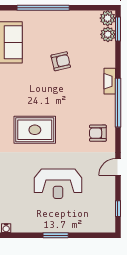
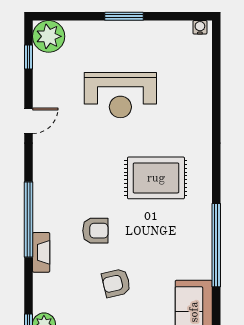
armchair: (98, 133) -> (95, 231), moved
reception desk: (58, 184) -> (120, 95), turned 180
plant: (105, 222) -> (49, 36), added

